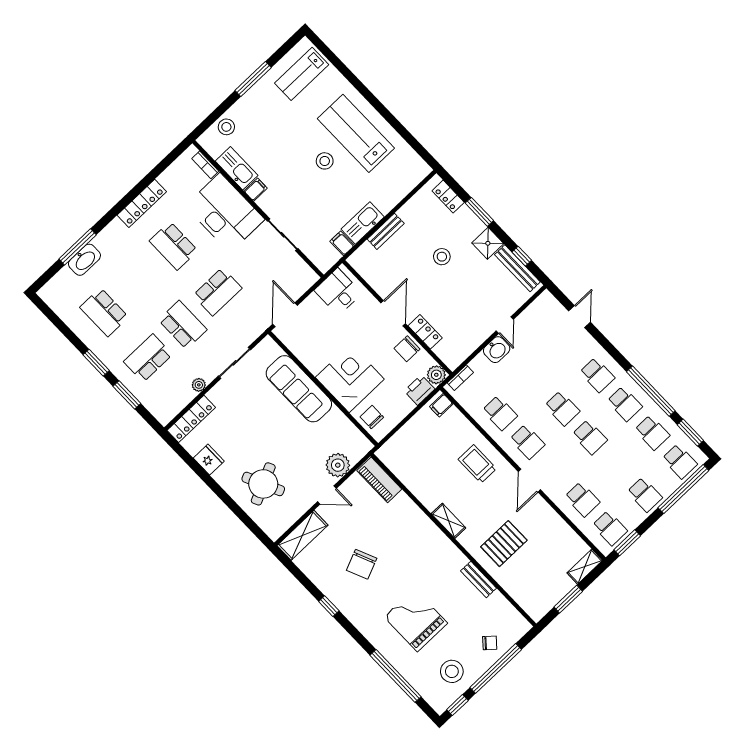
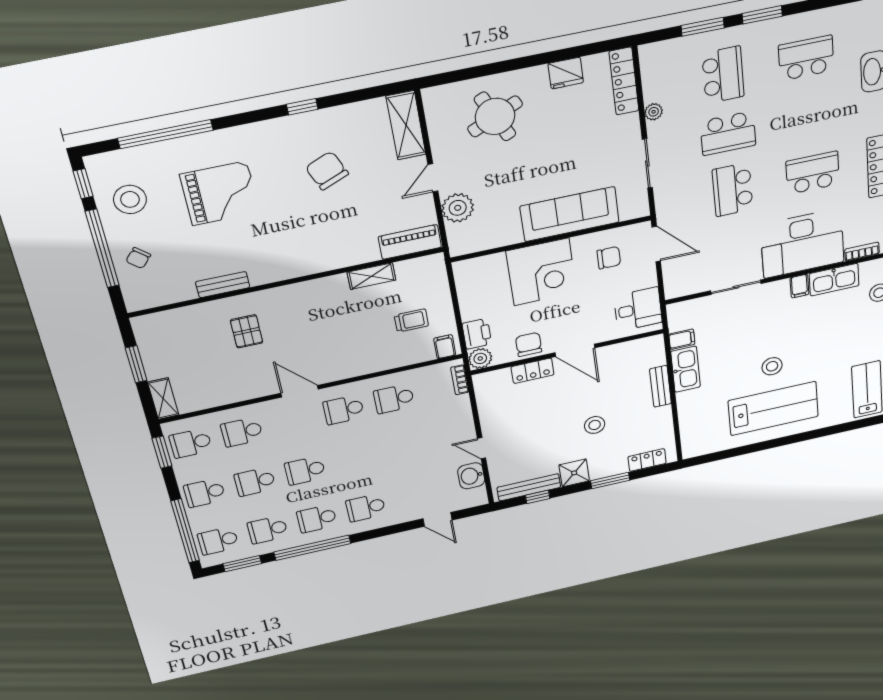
washbasin: (497, 350) -> (471, 476), moved
school desk: (562, 408) -> (255, 482), moved
chair: (372, 417) -> (609, 258), moved
trolley: (477, 464) -> (411, 320), moved, width x0.73, depth x0.72
shelving: (449, 521) -> (371, 276), moved
pallet: (504, 544) -> (247, 331), width x0.67, depth x0.71

